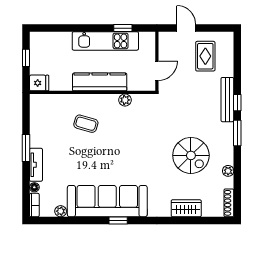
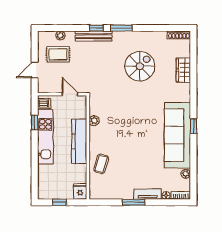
dishwasher: (146, 40) -> (44, 103), added
coffee table: (86, 124) -> (101, 164), moved
plant: (228, 171) -> (60, 36), moved

